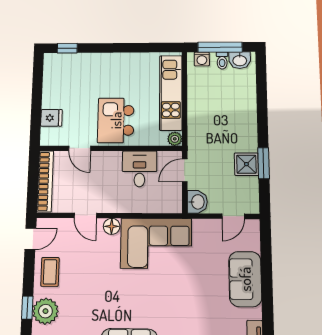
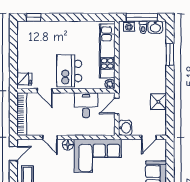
fridge: (51, 118) -> (24, 79), moved
window: (264, 163) -> (170, 54), moved

